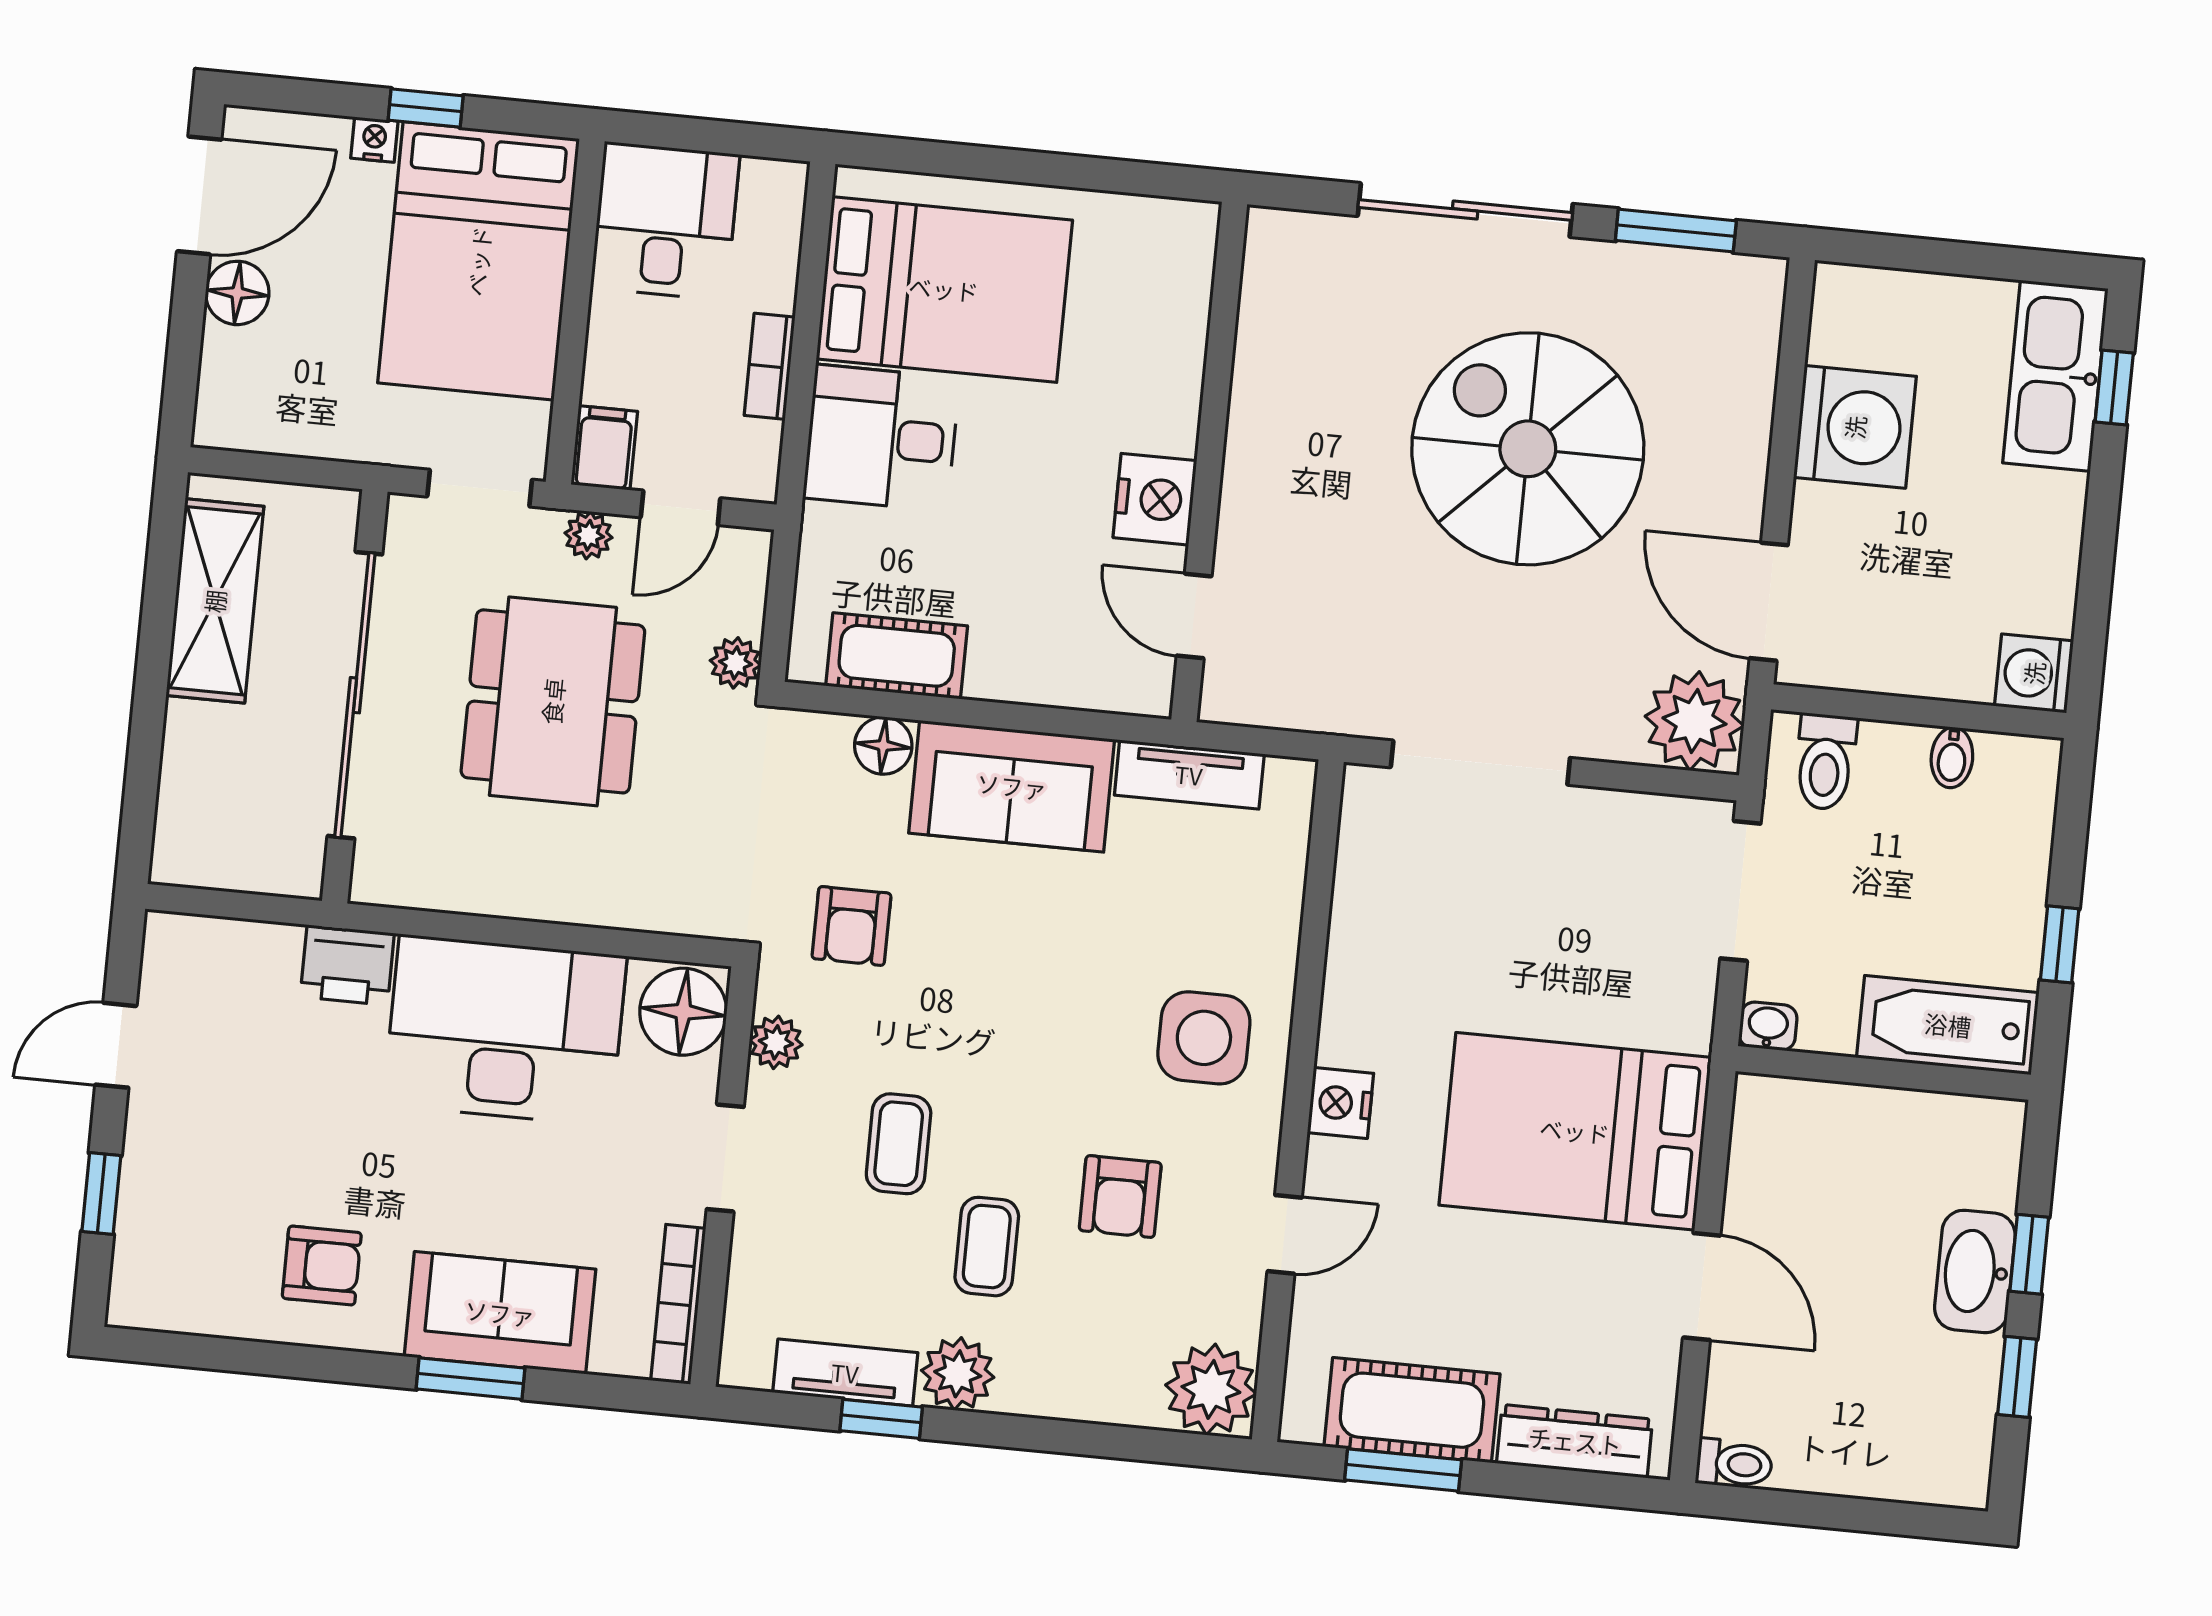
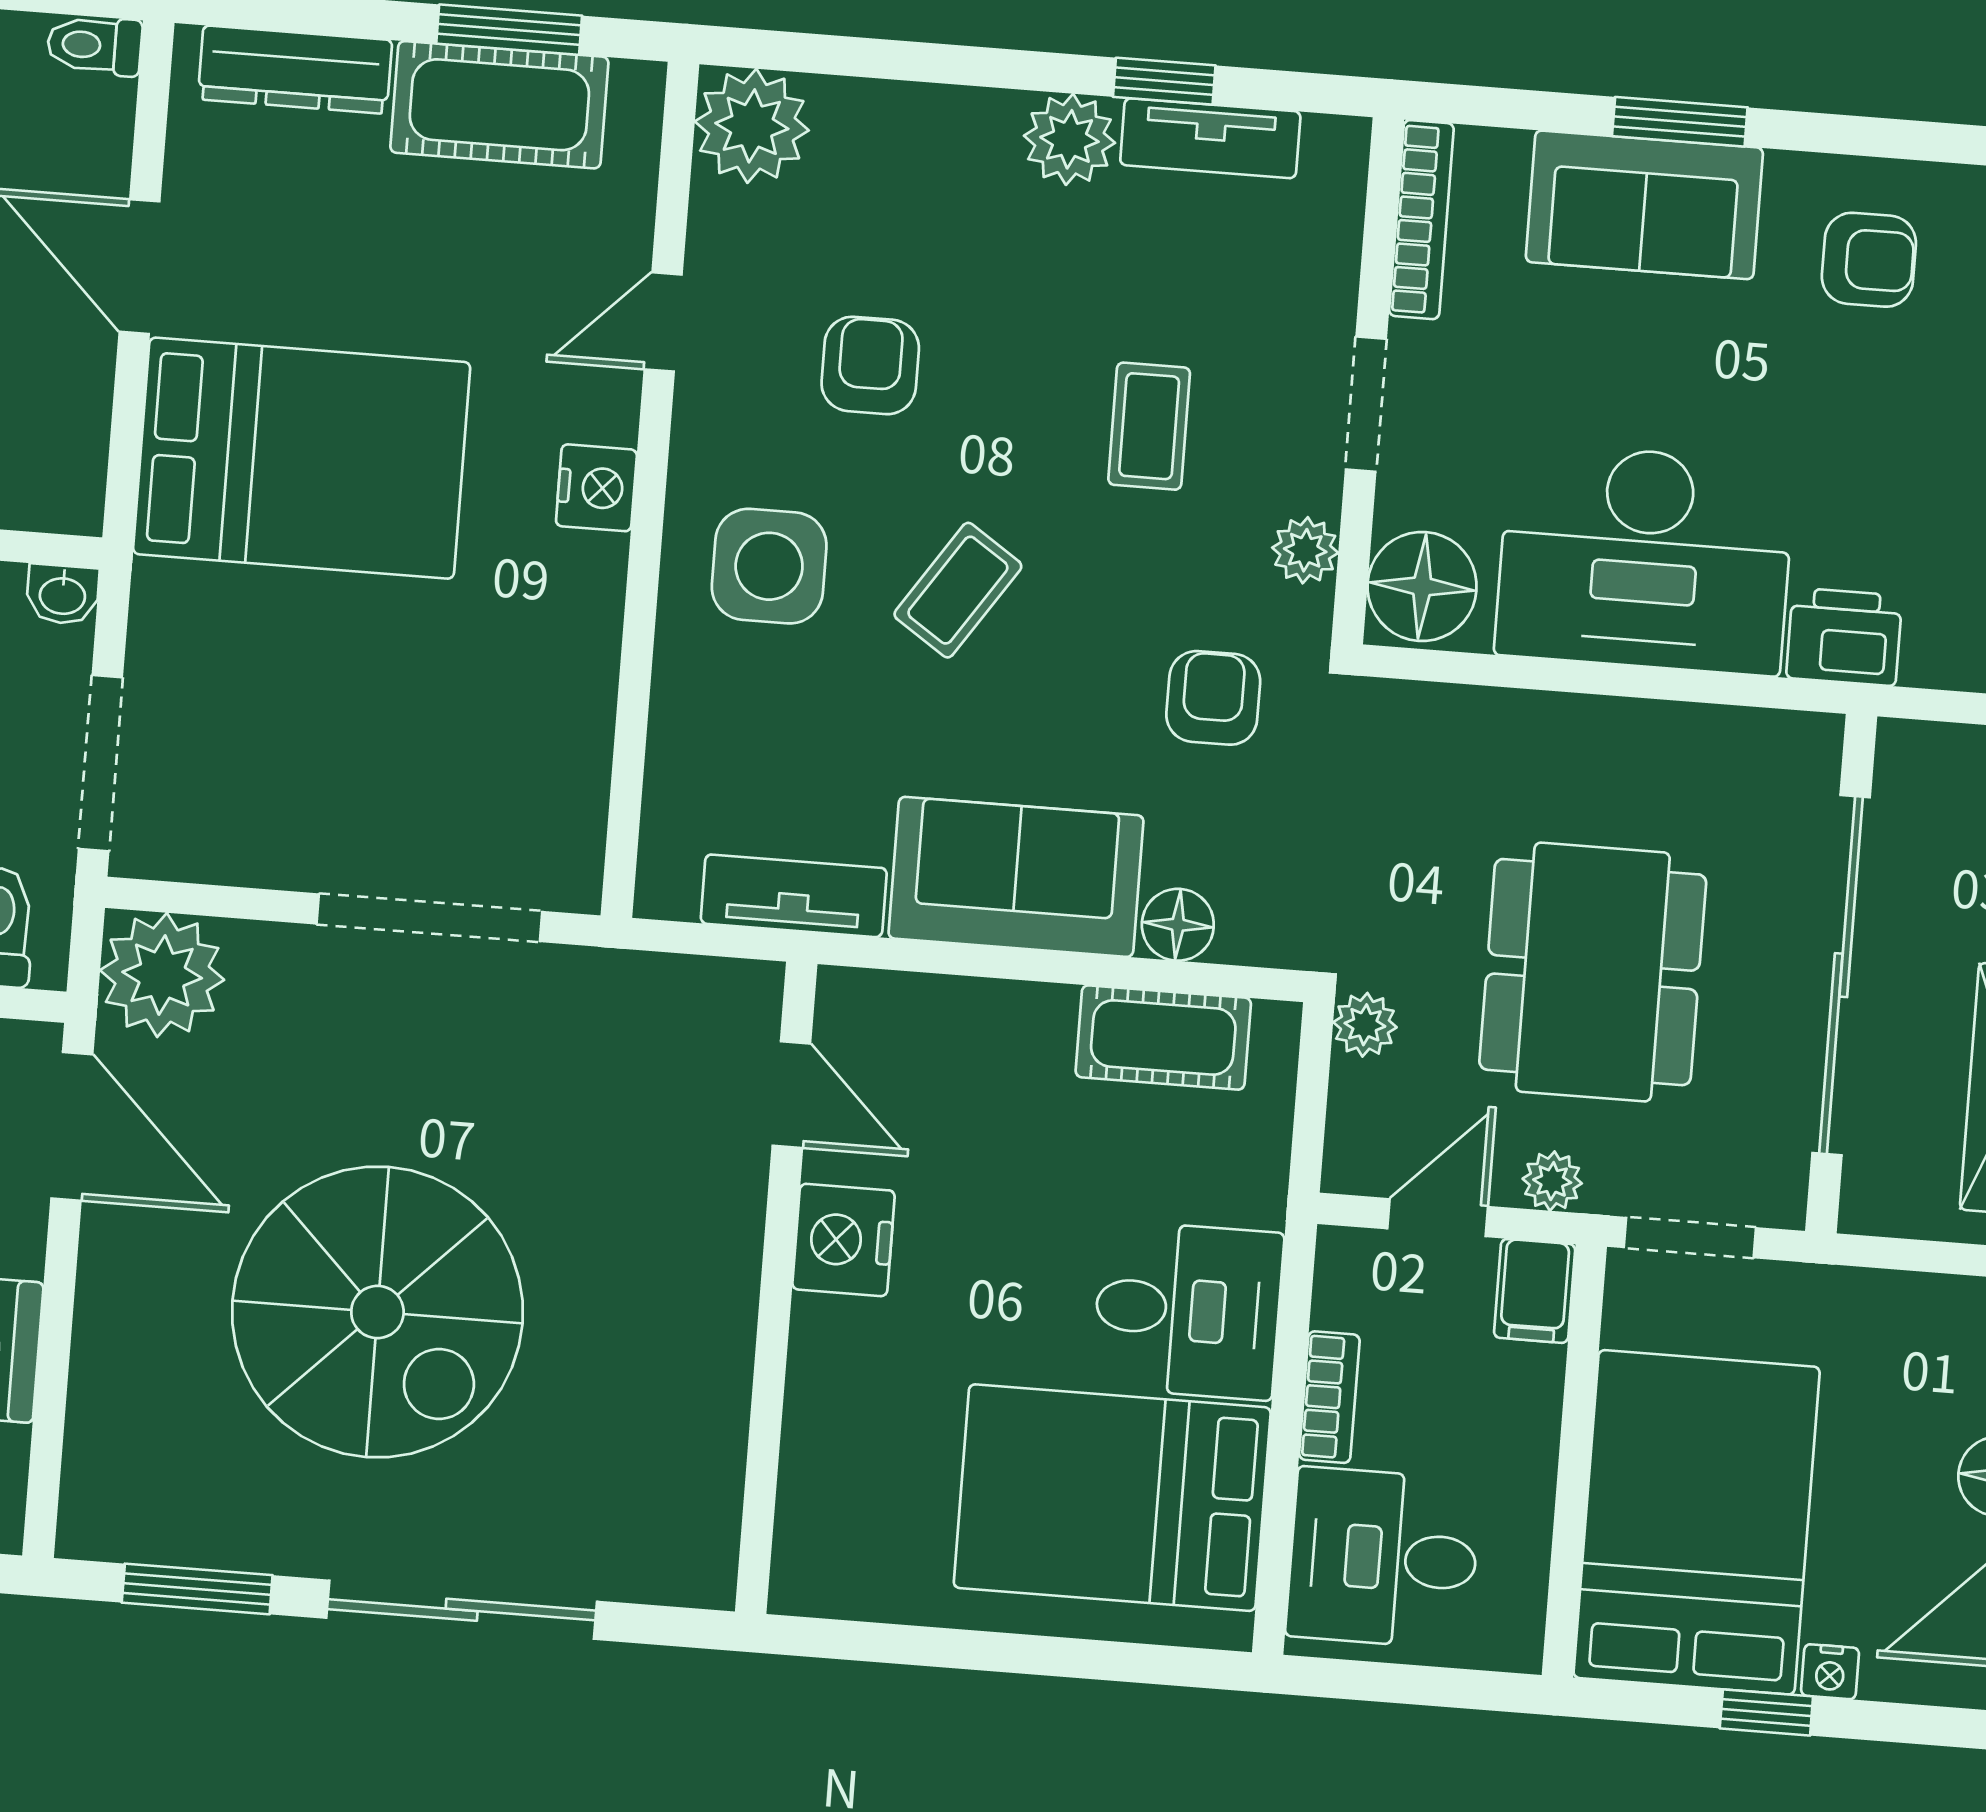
desk: (665, 221) -> (1383, 1558), moved, turned 90
coffee table: (987, 1247) -> (958, 590), moved, turned 34
armchair: (322, 1265) -> (1869, 260), turned 180

